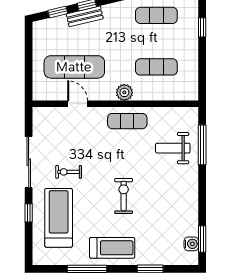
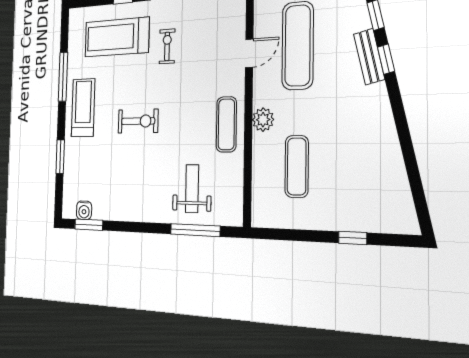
exercise mat: (156, 15) -> (371, 167), removed
treadmill: (59, 218) -> (117, 37), turned 180
treadmill: (112, 248) -> (83, 108), turned 180

